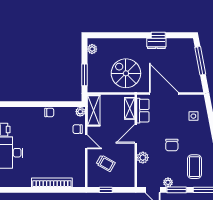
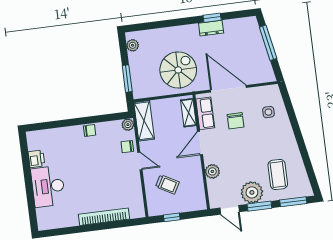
spiral stairs: (126, 73) -> (178, 70), turned 90
chair: (172, 145) -> (236, 121), moved
plant: (168, 182) -> (252, 192), width x1.88, depth x1.88

